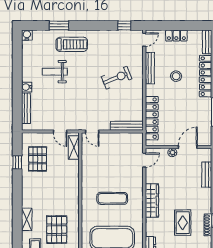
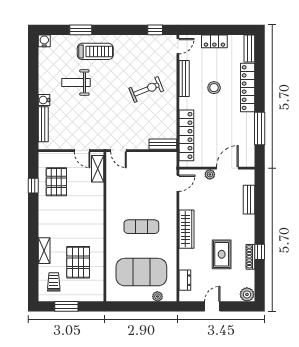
bench: (127, 126) -> (163, 144), width x0.73

